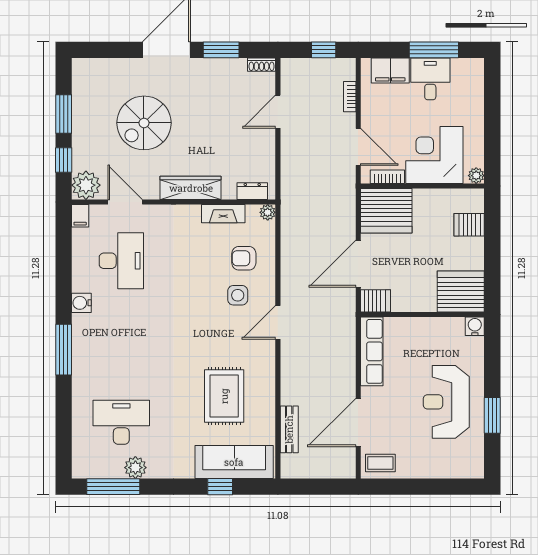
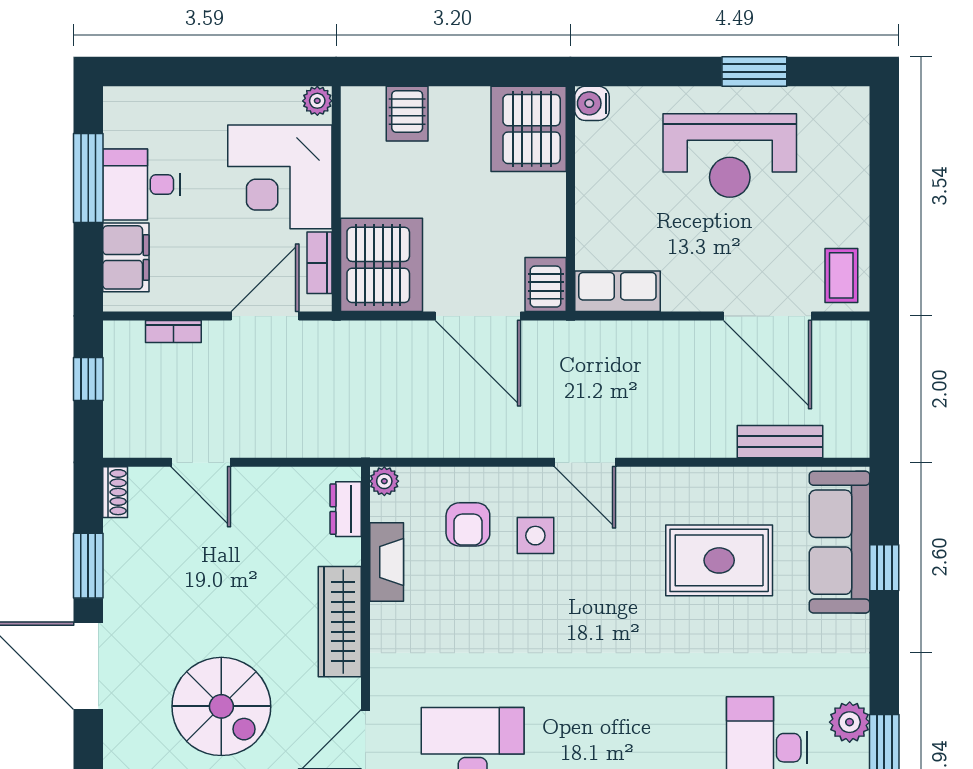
row of seats: (372, 351) -> (617, 291), width x0.68

